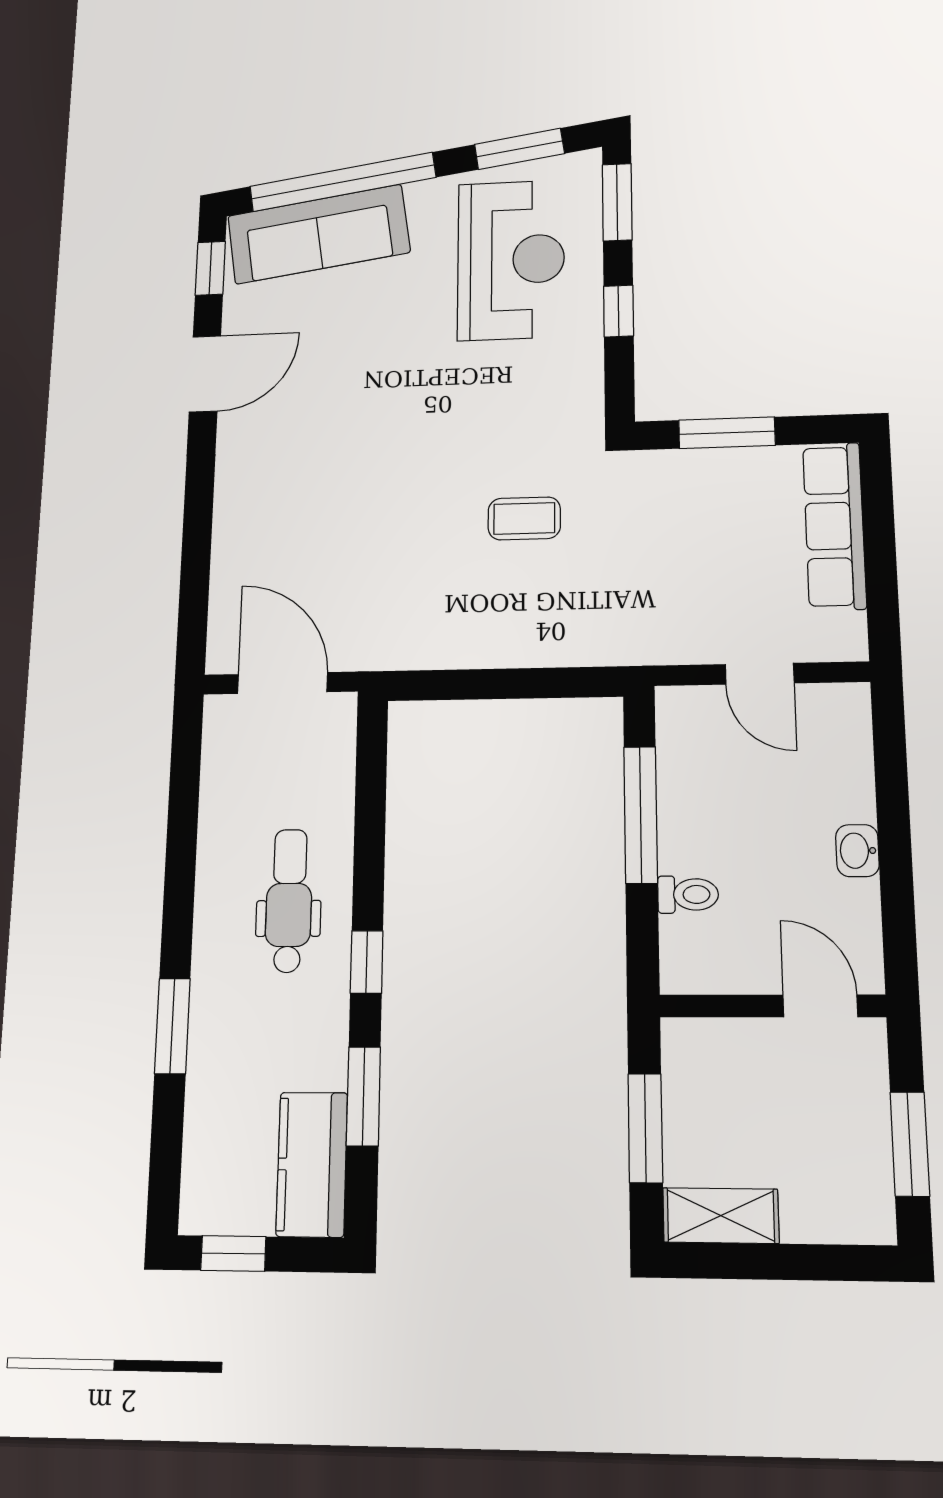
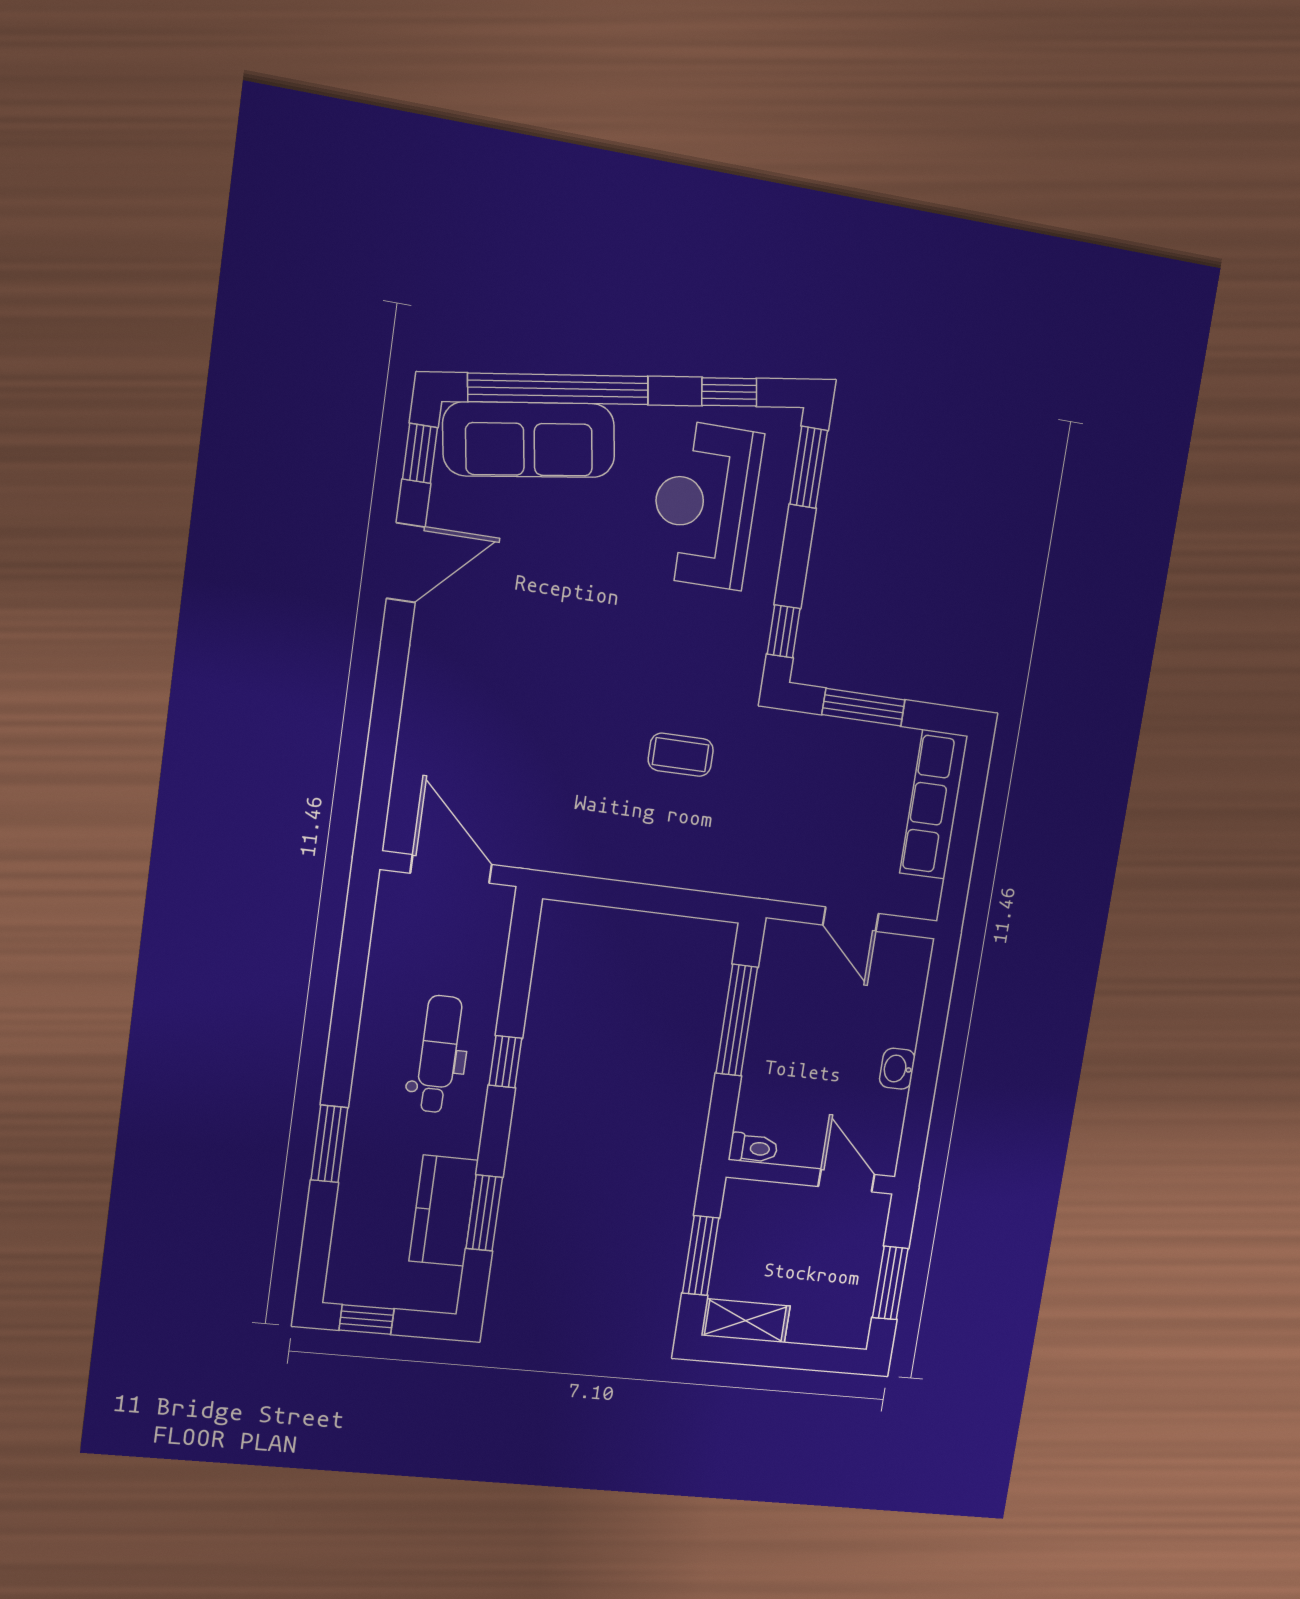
window: (519, 149) -> (729, 392), width x0.67
reception desk: (511, 260) -> (705, 505), turned 180
window: (619, 311) -> (784, 631), moved
toilet: (688, 894) -> (753, 1148), moved
window: (367, 962) -> (505, 1062), moved
kitchen counter: (312, 1164) -> (444, 1211), moved

